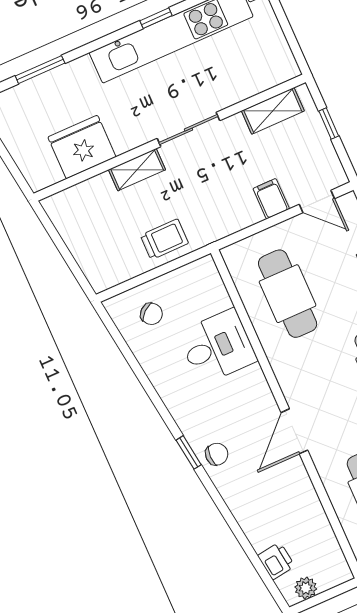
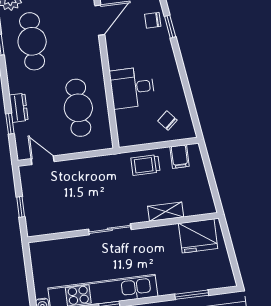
shelving: (273, 111) -> (53, 225), removed
fridge: (82, 147) -> (198, 236), moved
shelving: (137, 170) -> (166, 212), moved
filing cabinet: (271, 199) -> (180, 157), moved

